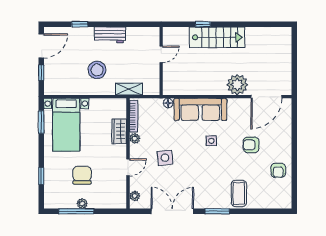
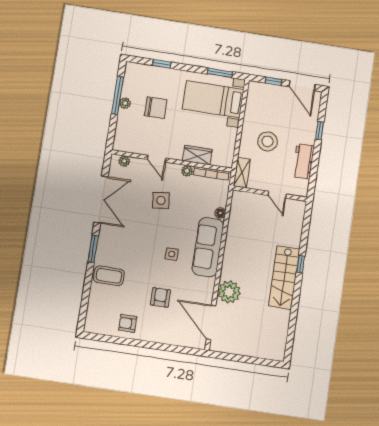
door: (161, 54) -> (277, 195), moved
wall: (161, 61) -> (270, 194), moved

